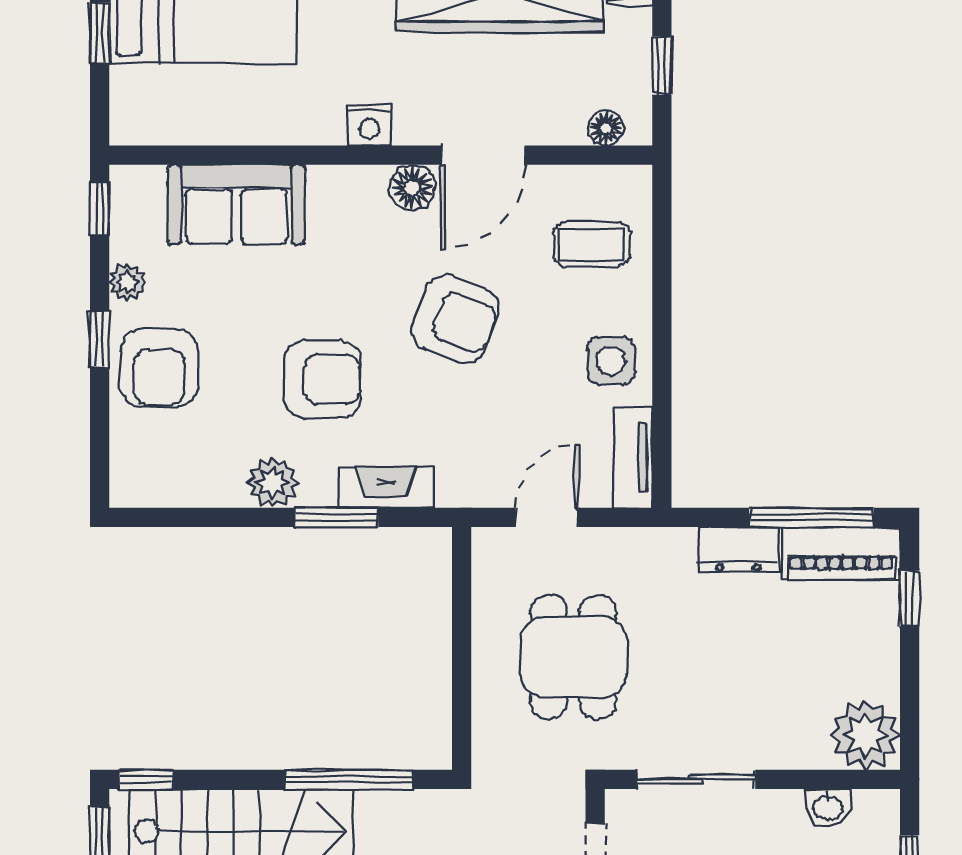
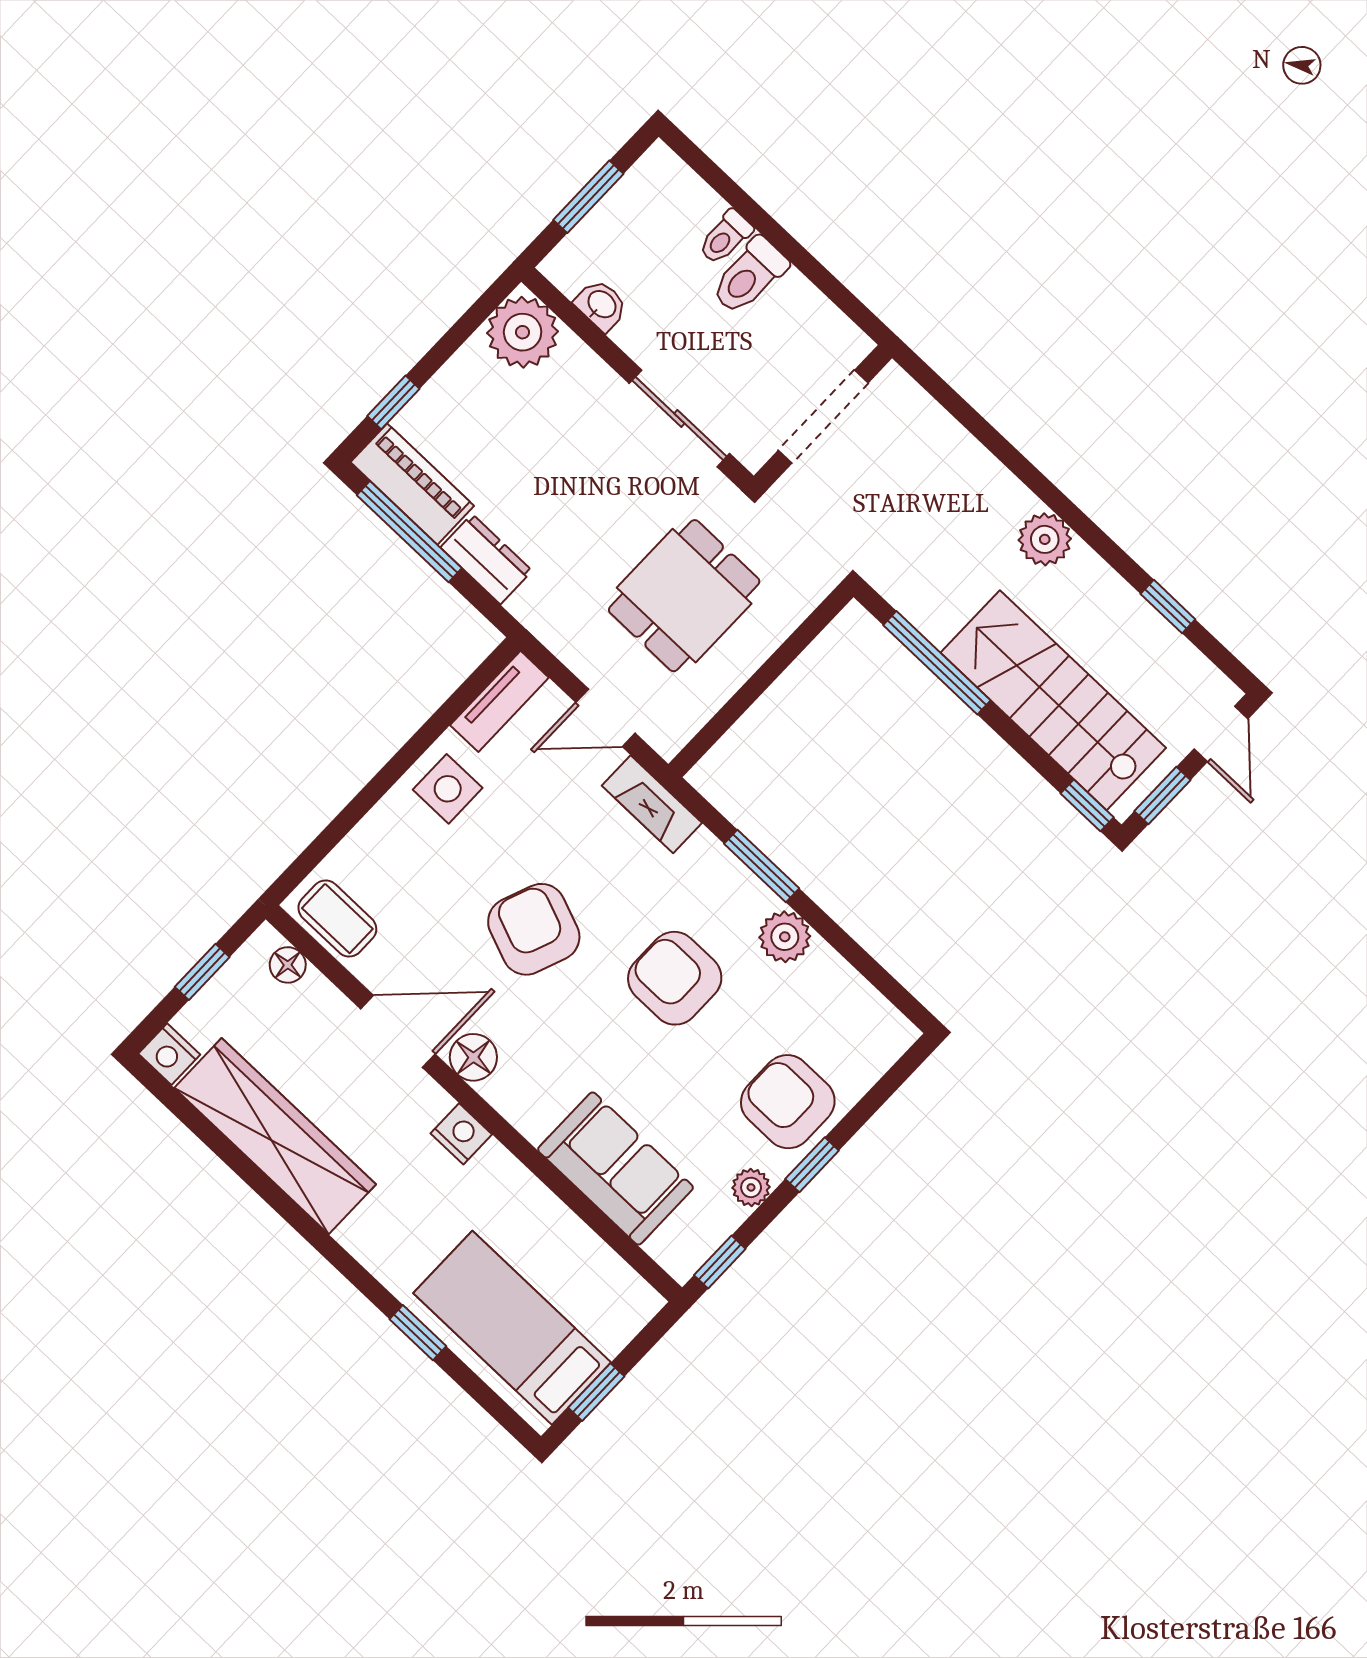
coffee table: (592, 244) -> (337, 918), moved
armchair: (159, 368) -> (788, 1102), turned -90
fireplace: (386, 487) -> (652, 804), moved

